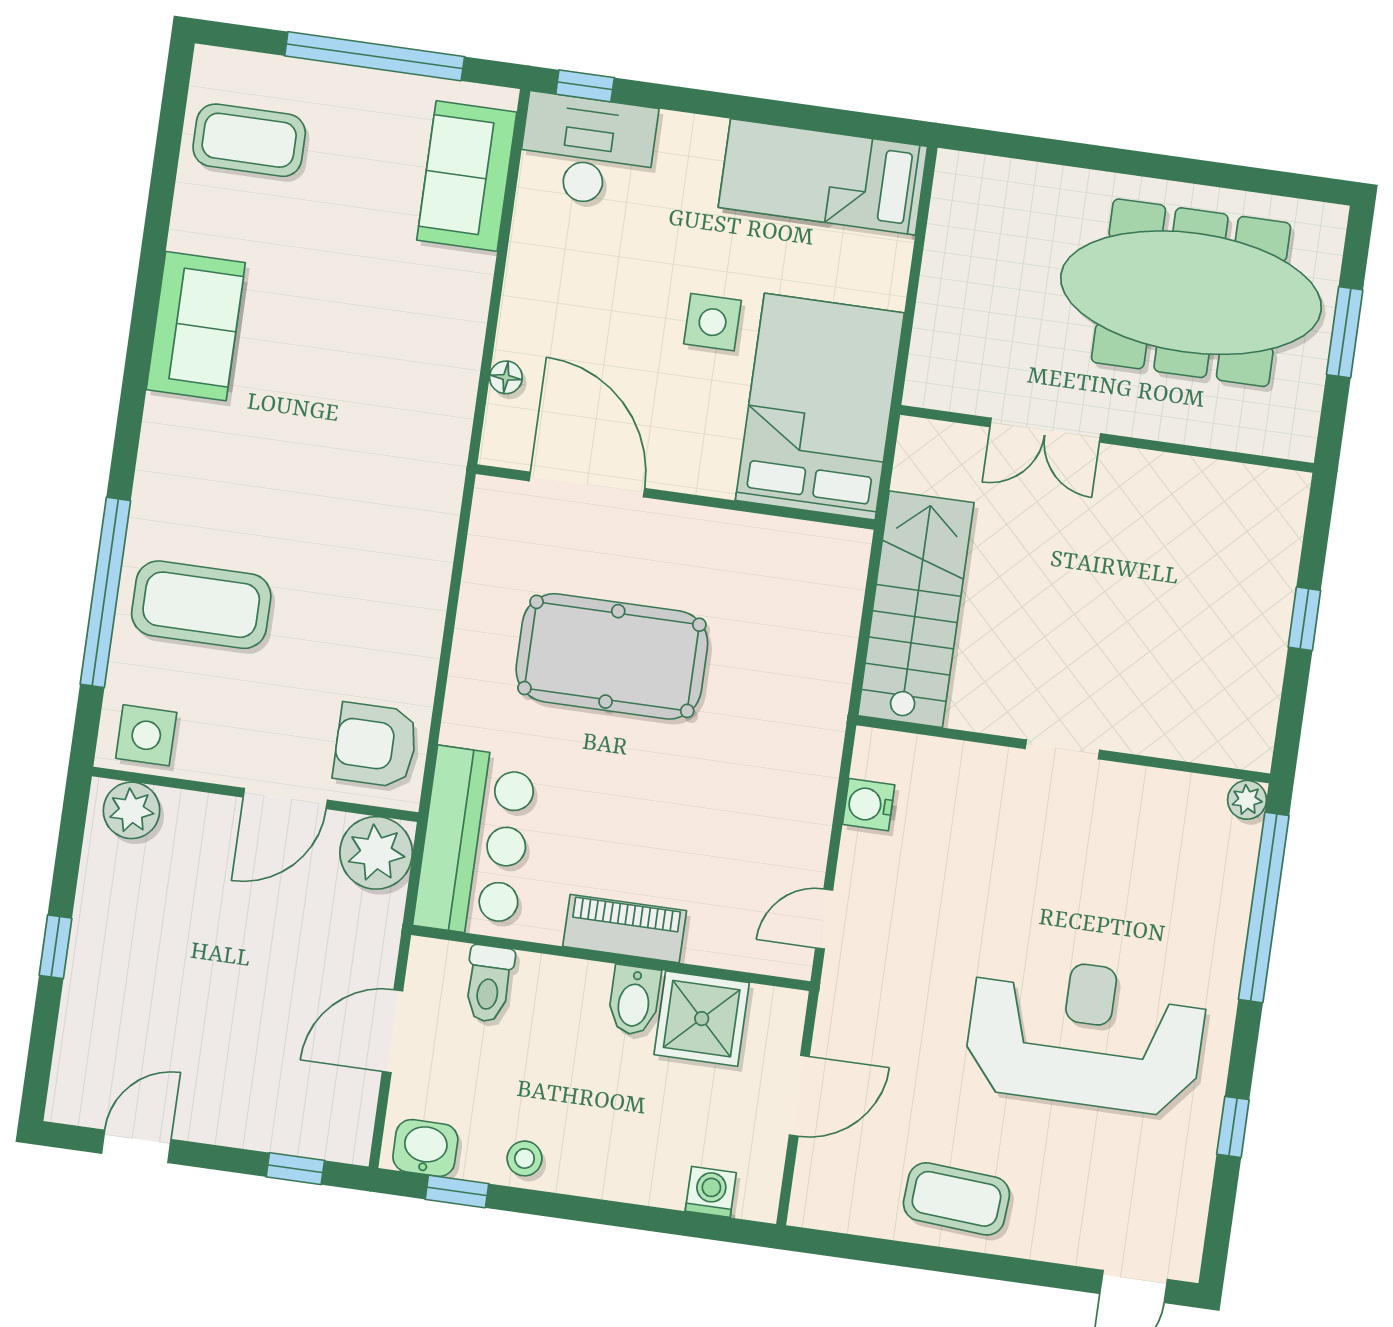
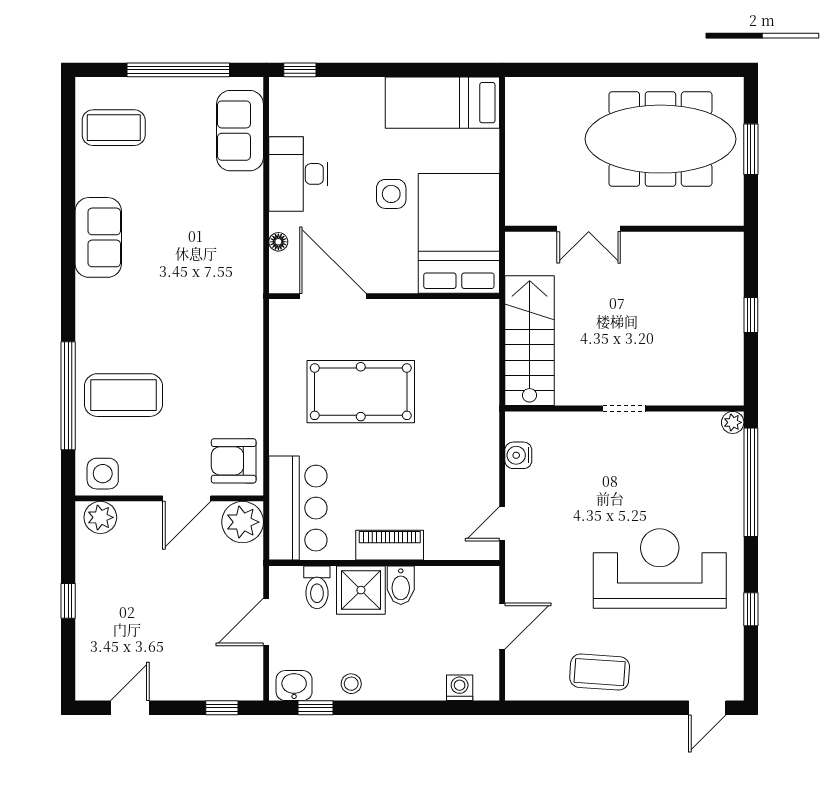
desk: (587, 150) -> (298, 174), moved, turned -90
shower: (702, 1019) -> (361, 590), moved

